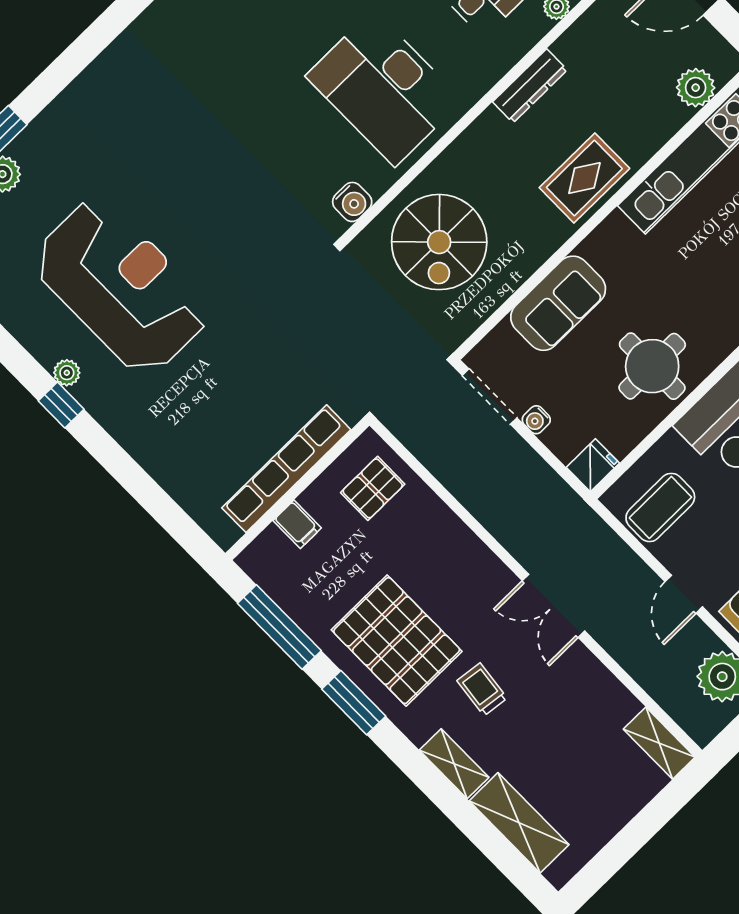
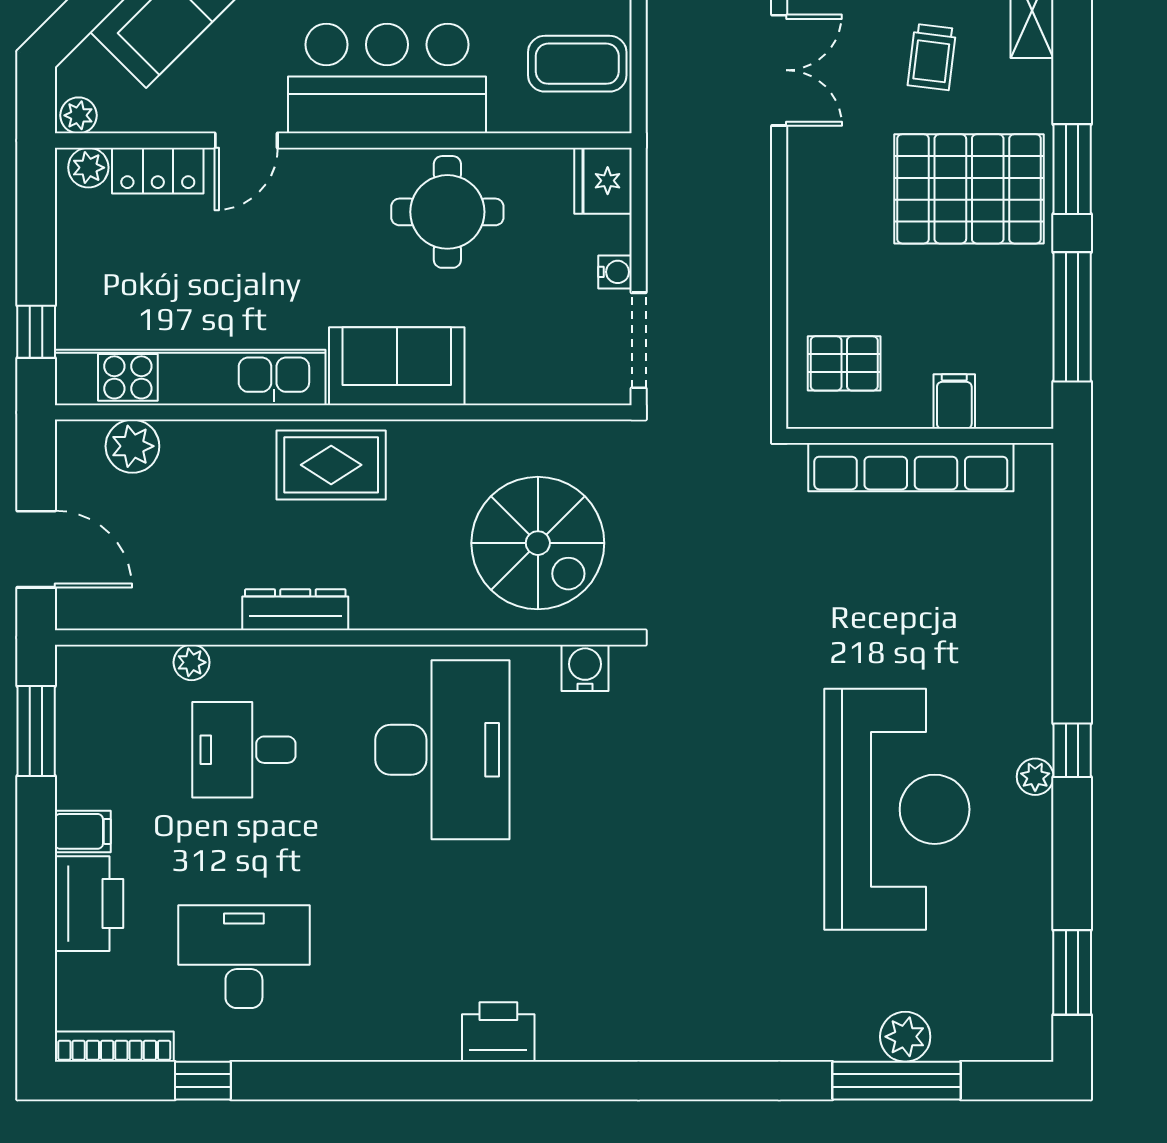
spiral stairs: (439, 242) -> (538, 543), turned 90
reception desk: (121, 286) -> (897, 809), turned 180
sofa: (558, 303) -> (397, 366), moved
fridge: (593, 465) -> (603, 181), width x1.38
pallet: (397, 641) -> (969, 189), turned 90

